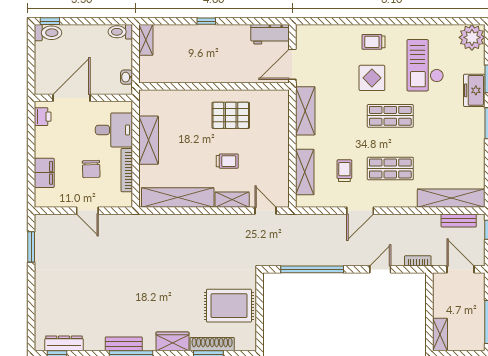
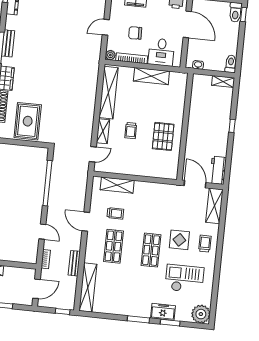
shelving: (305, 111) -> (214, 206), moved, turned 90
plant: (125, 200) -> (110, 55), added
bench: (459, 220) -> (74, 263), moved

